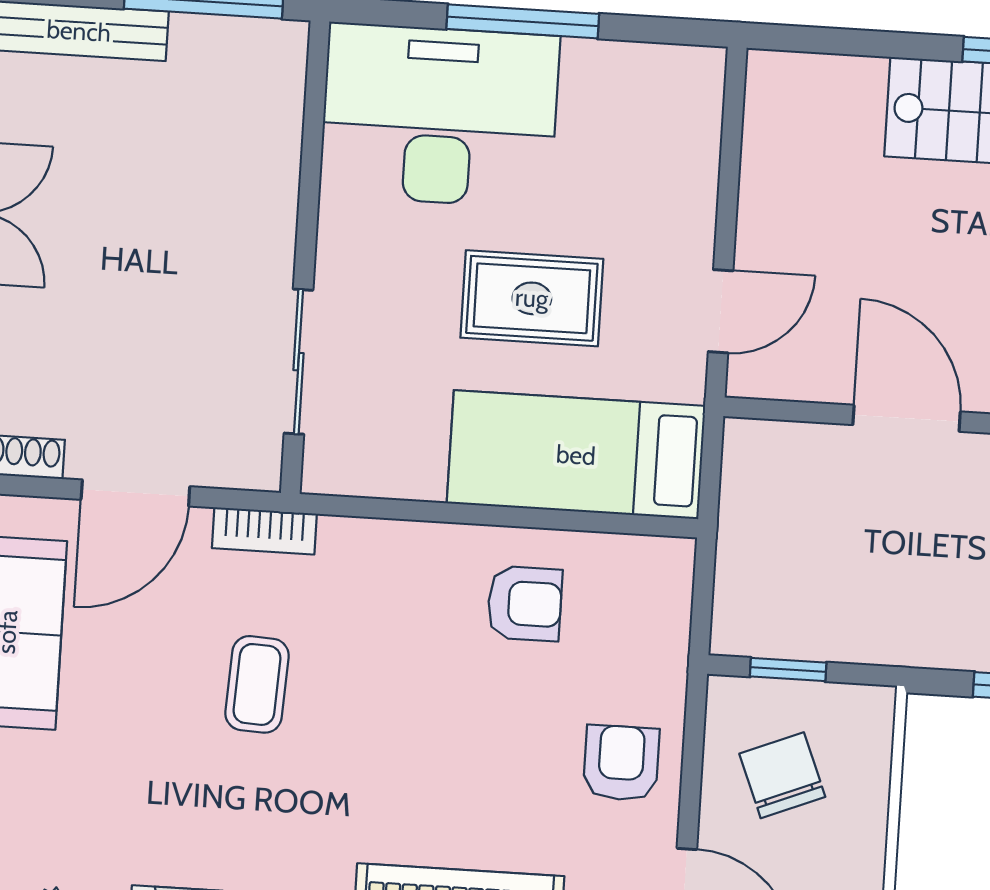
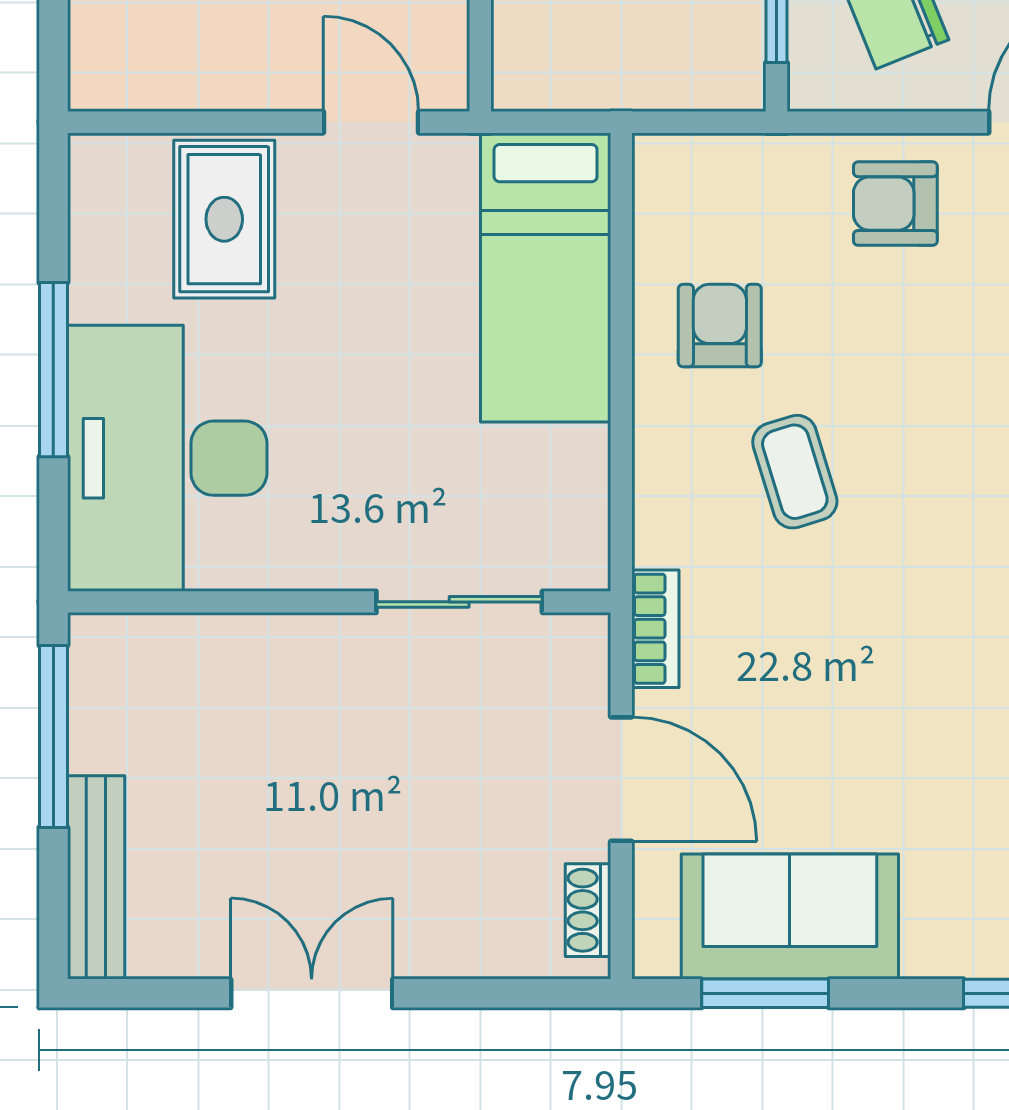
rug: (532, 298) -> (224, 219), moved
coffee table: (257, 684) -> (795, 472), moved, turned 70

